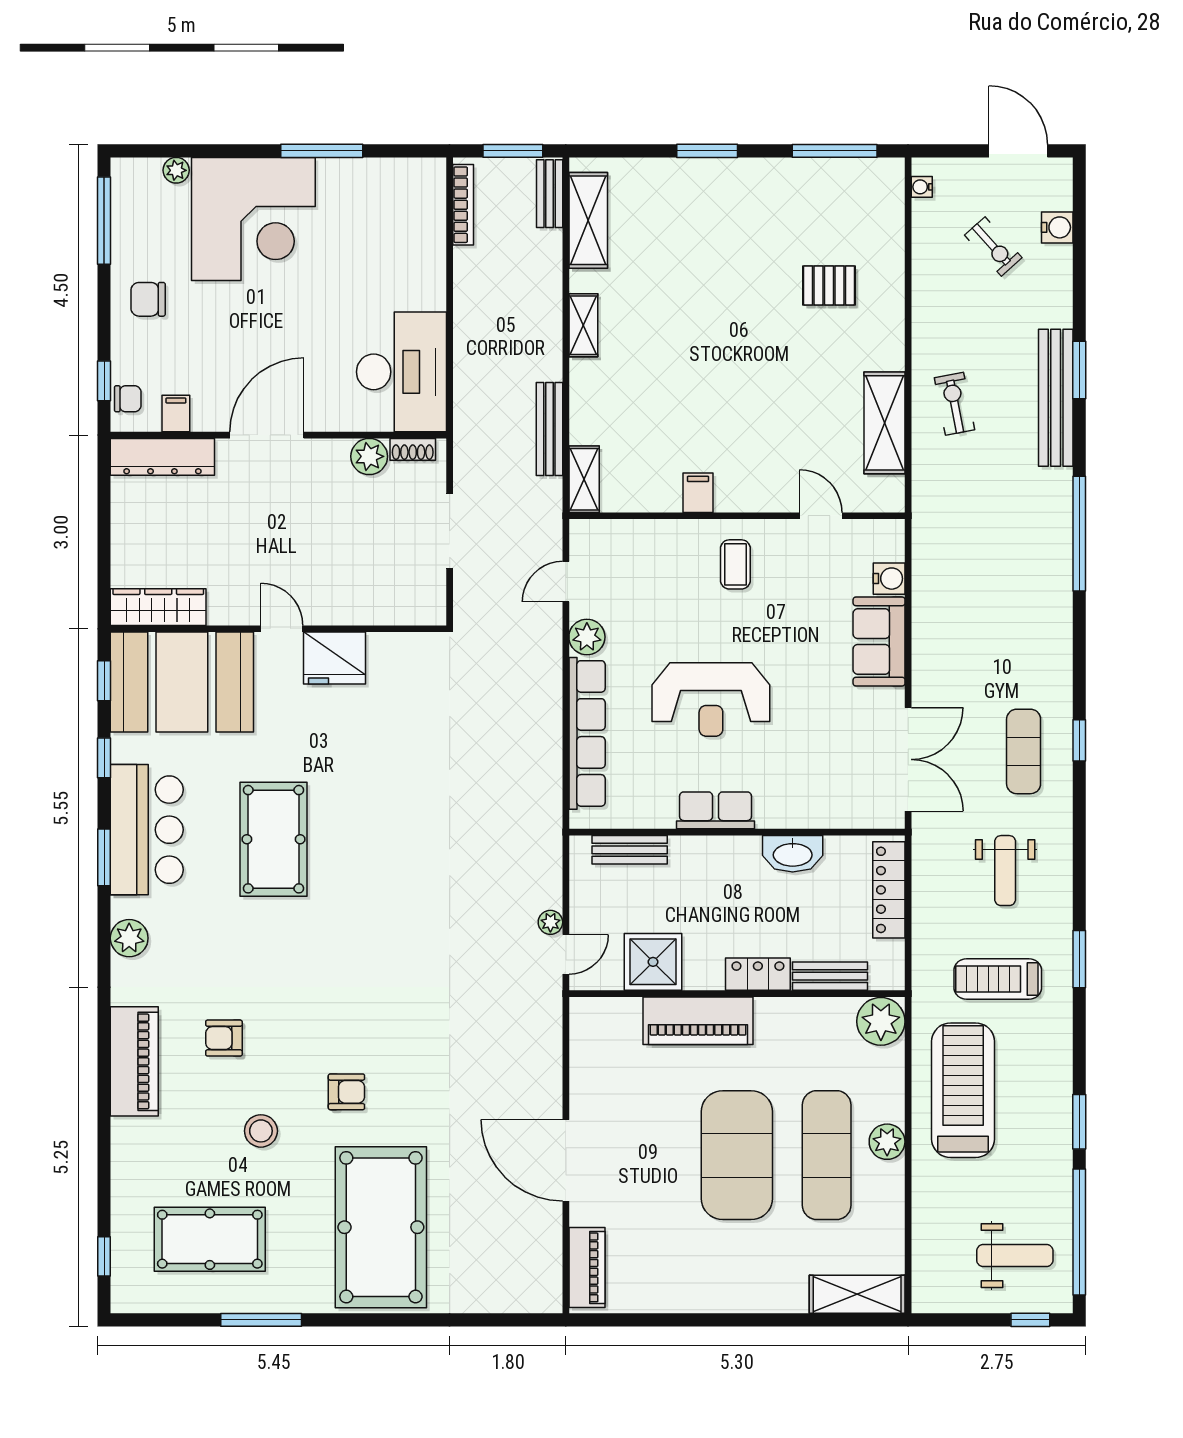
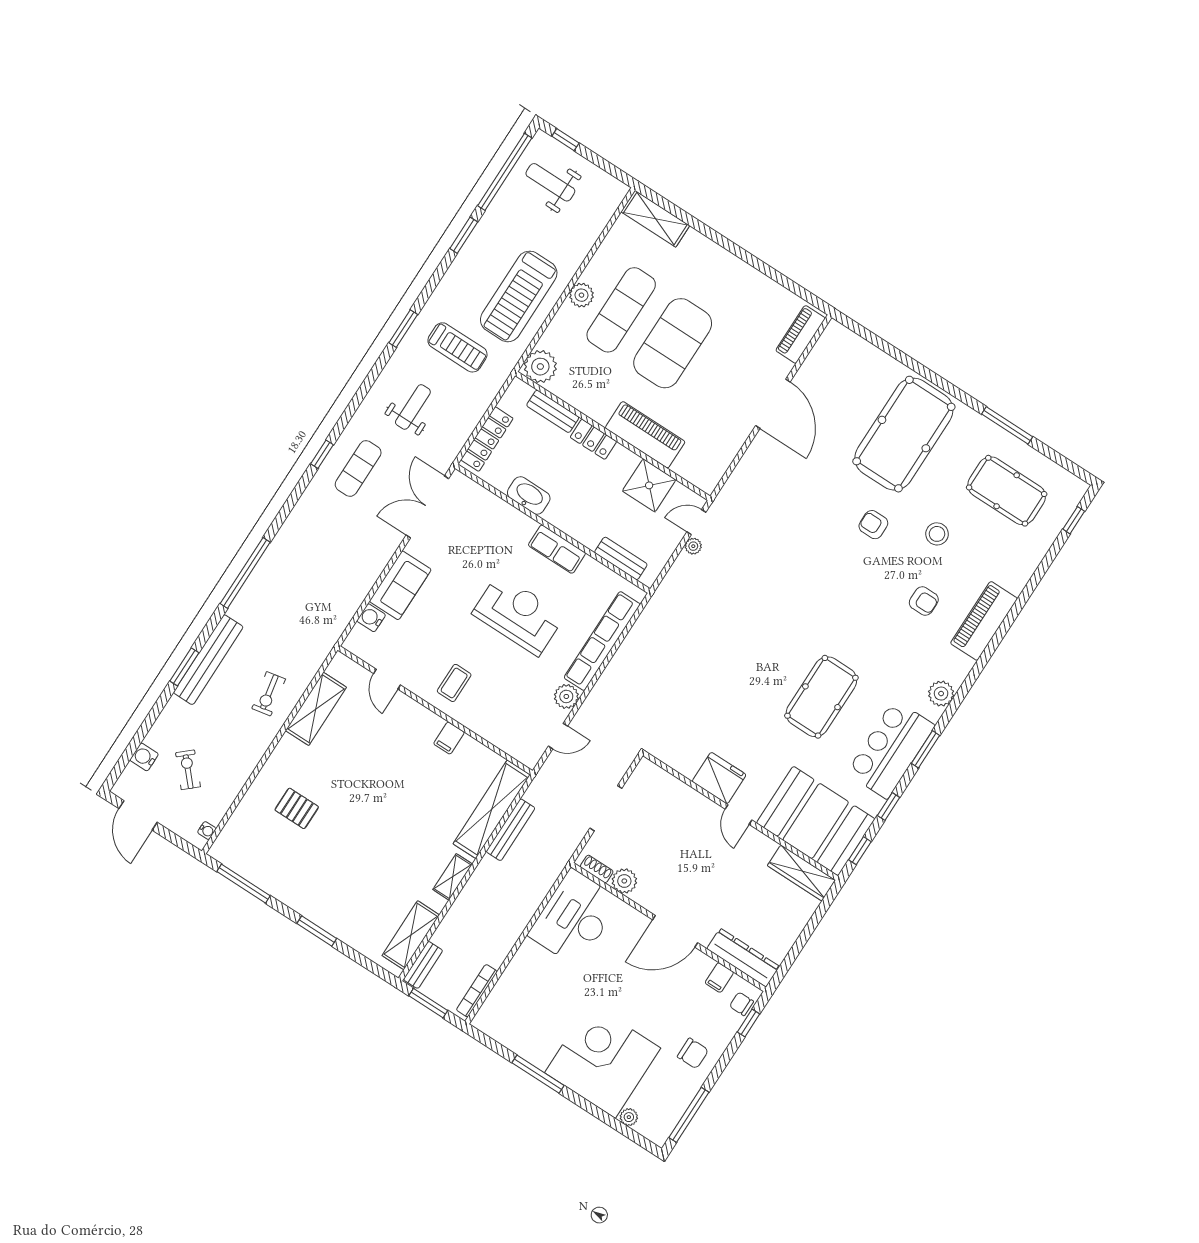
shelving: (584, 479) -> (492, 809), width x2.20, depth x1.33

